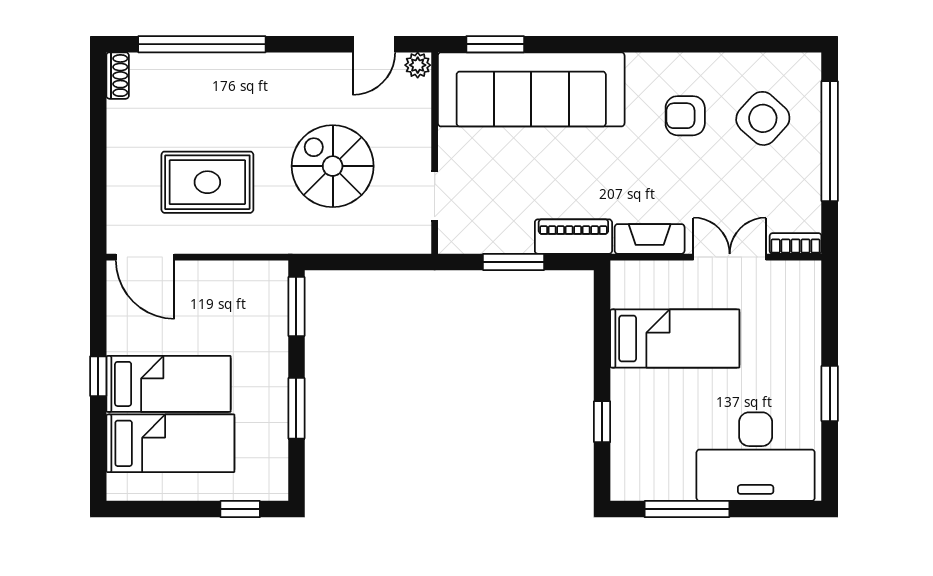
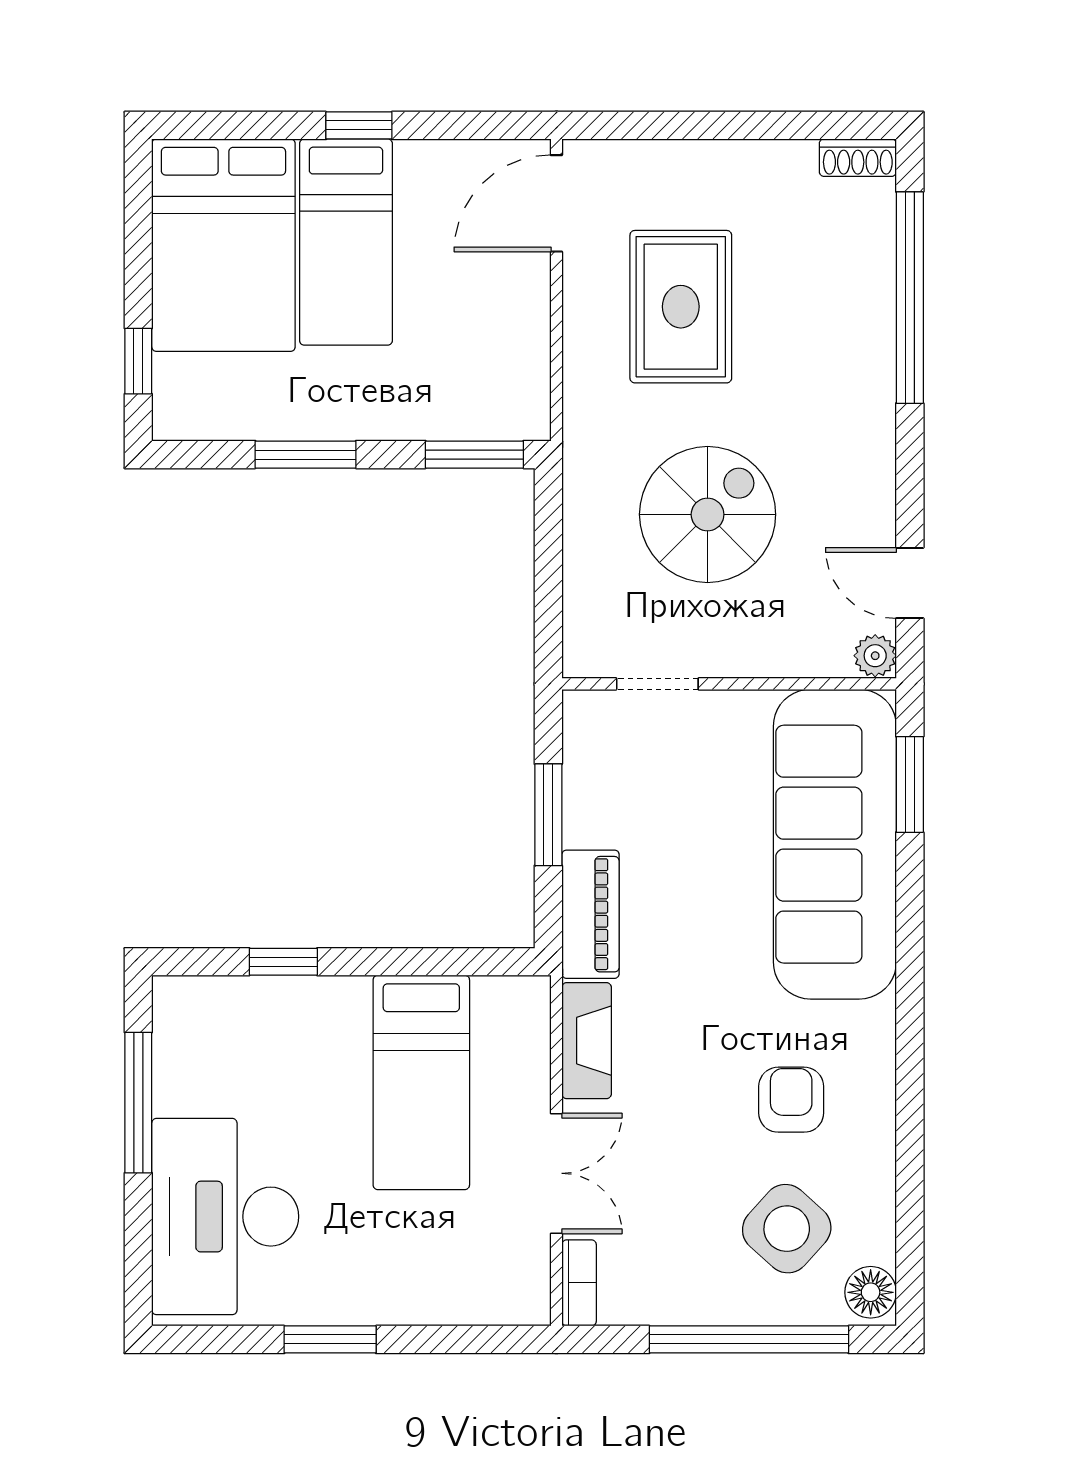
floor lamp: (801, 68) -> (871, 1292), added
bed: (170, 443) -> (223, 245), width x1.50

